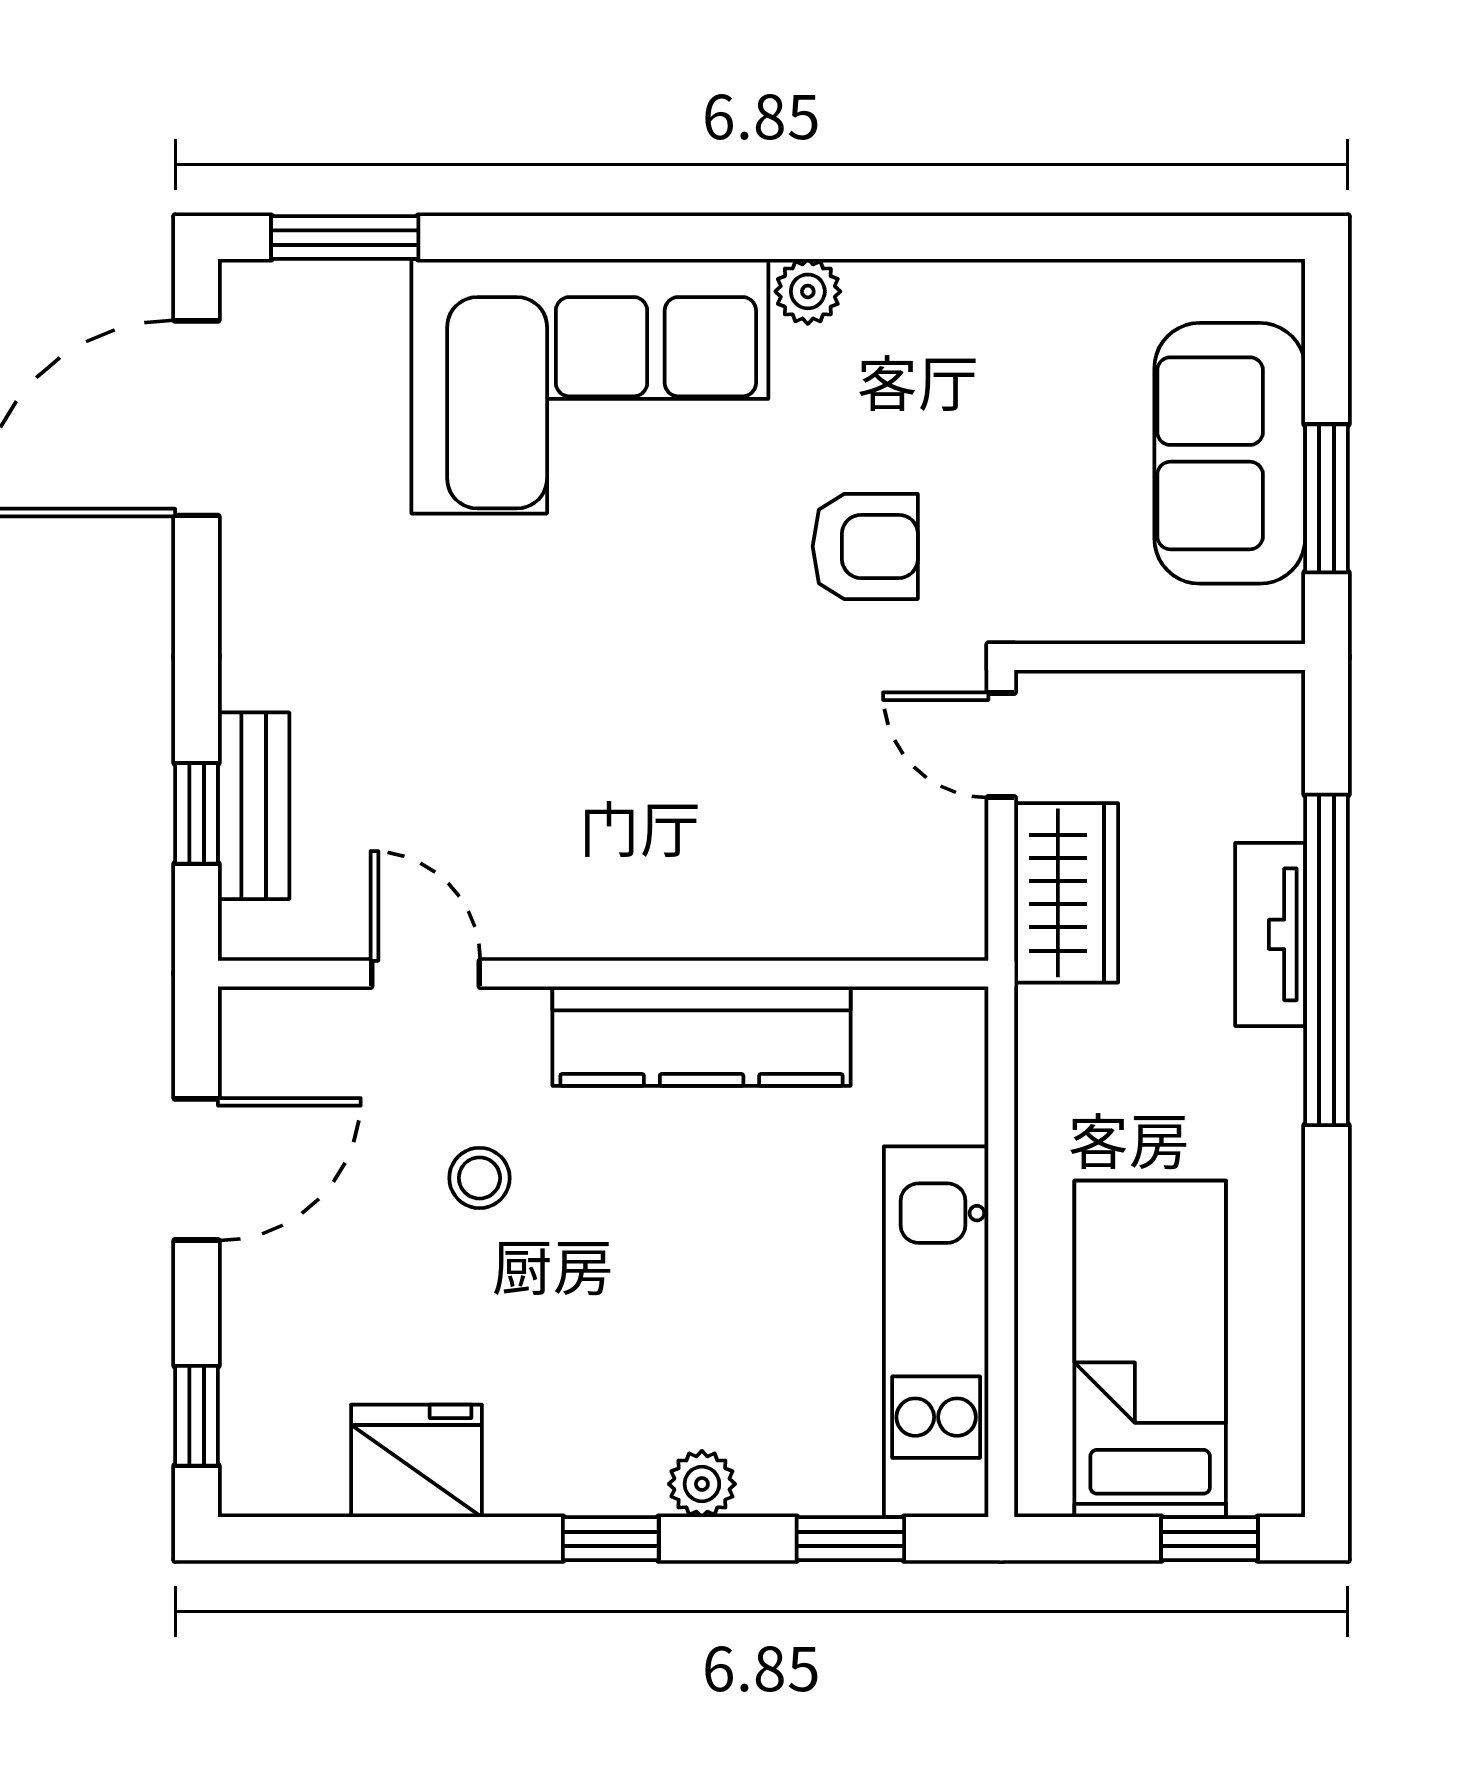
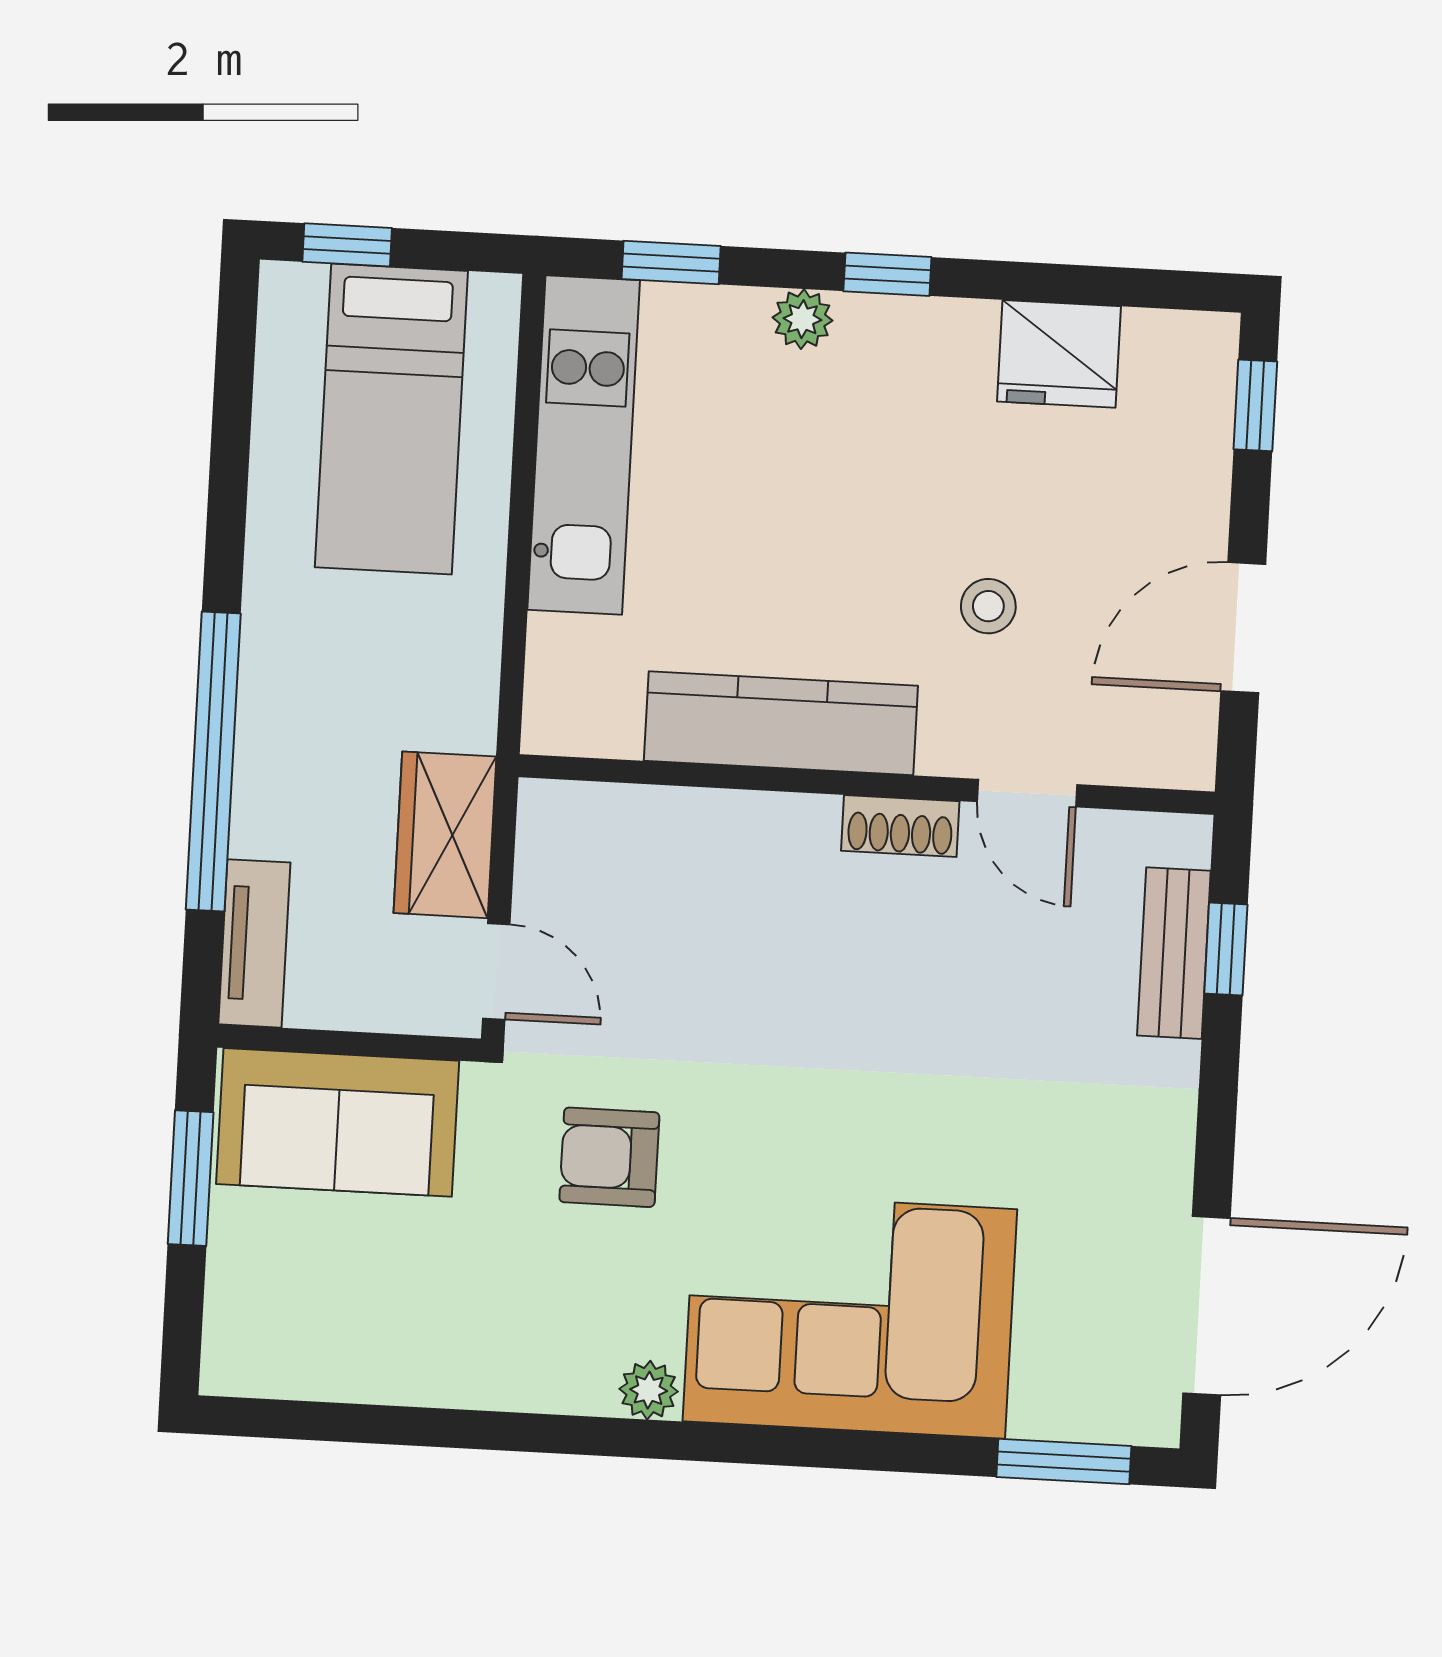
sofa: (1230, 453) -> (338, 1122), moved, turned 90
shoe rack: (564, 930) -> (900, 826), added
tv unit: (1270, 934) -> (254, 943), moved

